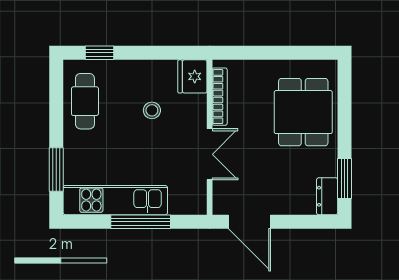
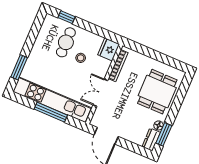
cafe table: (85, 101) -> (66, 42), moved
double door: (210, 154) -> (100, 93), swing flipped
floor lamp: (329, 168) -> (159, 125), added
kitchen unit: (115, 200) -> (52, 100), width x1.36

